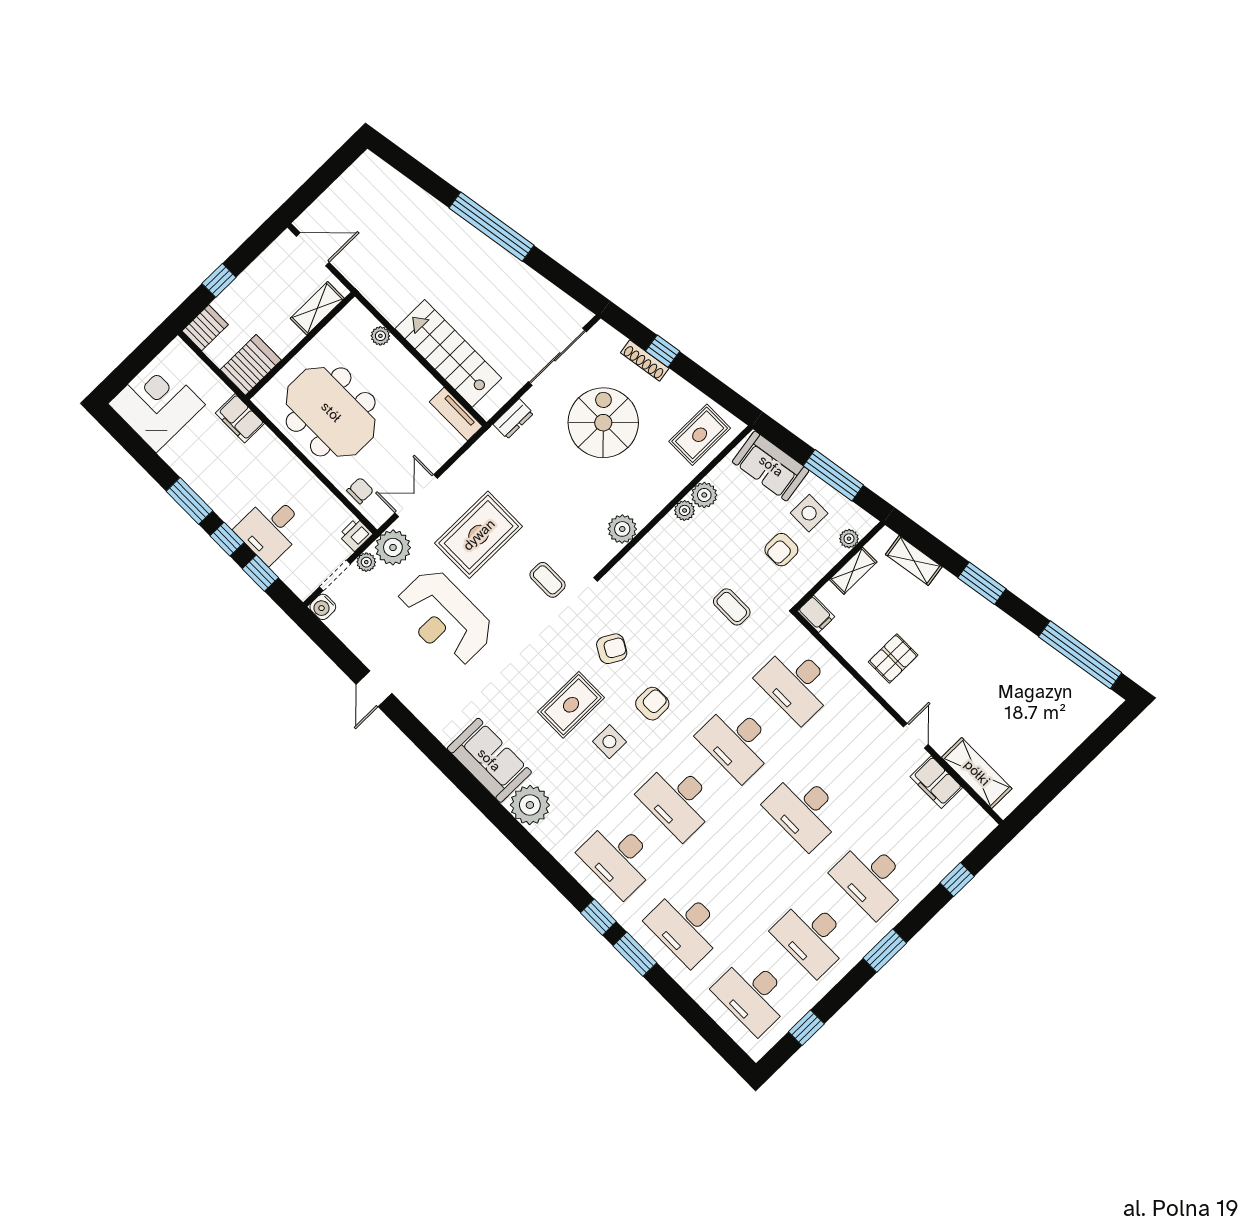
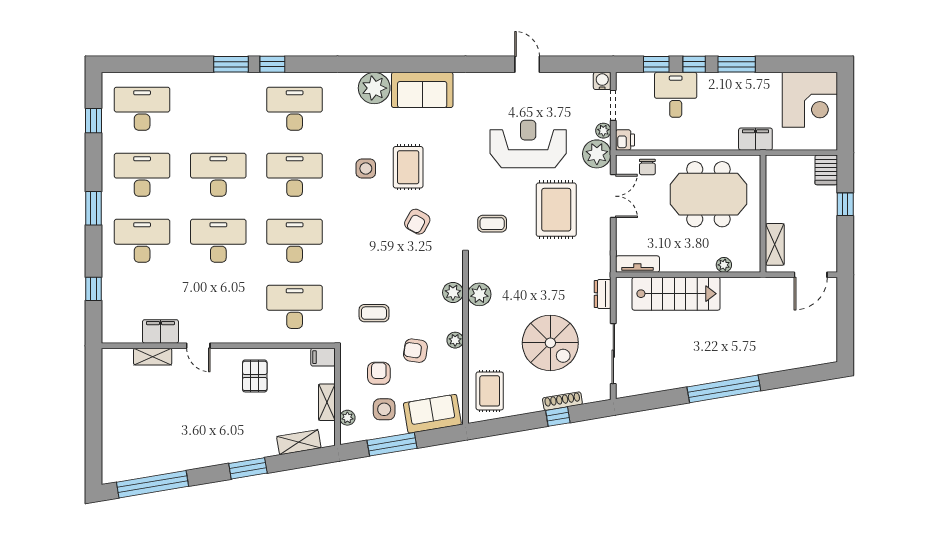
server rack: (251, 365) -> (780, 175), removed
plant: (704, 495) -> (453, 292), moved
armchair: (652, 704) -> (415, 351), moved, turned 99
shelving: (977, 773) -> (153, 357), width x0.67, depth x0.75
desk: (686, 926) -> (218, 175), moved

